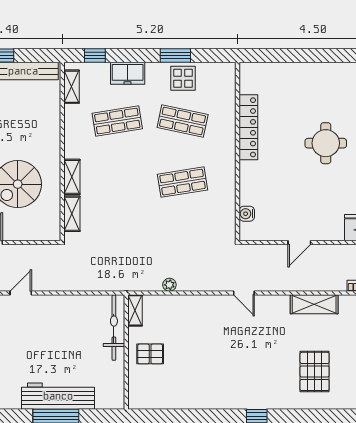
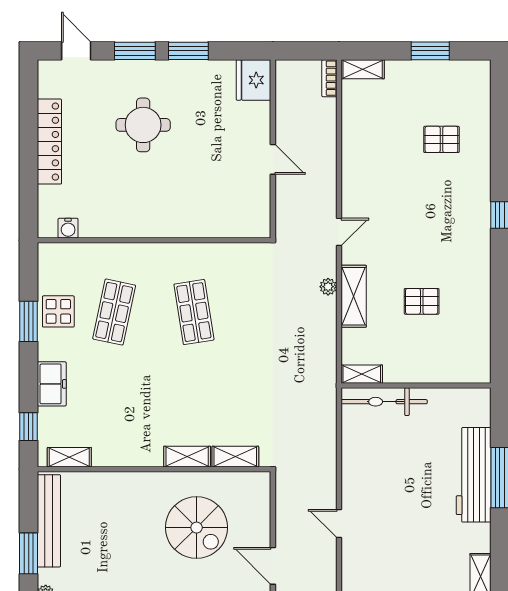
shop shelf: (117, 121) -> (114, 397), removed
locker: (248, 127) -> (49, 142), moved, turned 90
water cooler: (247, 214) -> (68, 228), moved
plant: (169, 285) -> (328, 287), moved
shelving: (314, 304) -> (354, 296), moved
pallet: (150, 354) -> (422, 301), moved, turned 90
pallet: (315, 371) -> (441, 139), width x0.67, depth x0.71

